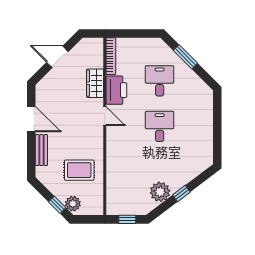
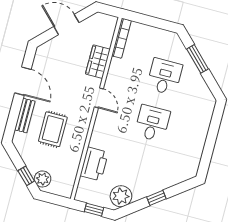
printer: (116, 90) -> (94, 164), moved
rug: (79, 170) -> (53, 129), moved, turned 90
plant: (160, 192) -> (121, 196), moved

